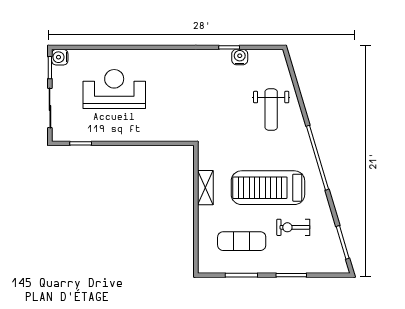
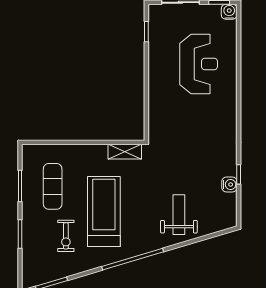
weight bench: (271, 110) -> (179, 215), turned 90
shelving: (205, 188) -> (125, 152), moved
exercise bike: (293, 227) -> (66, 236), turned 180

